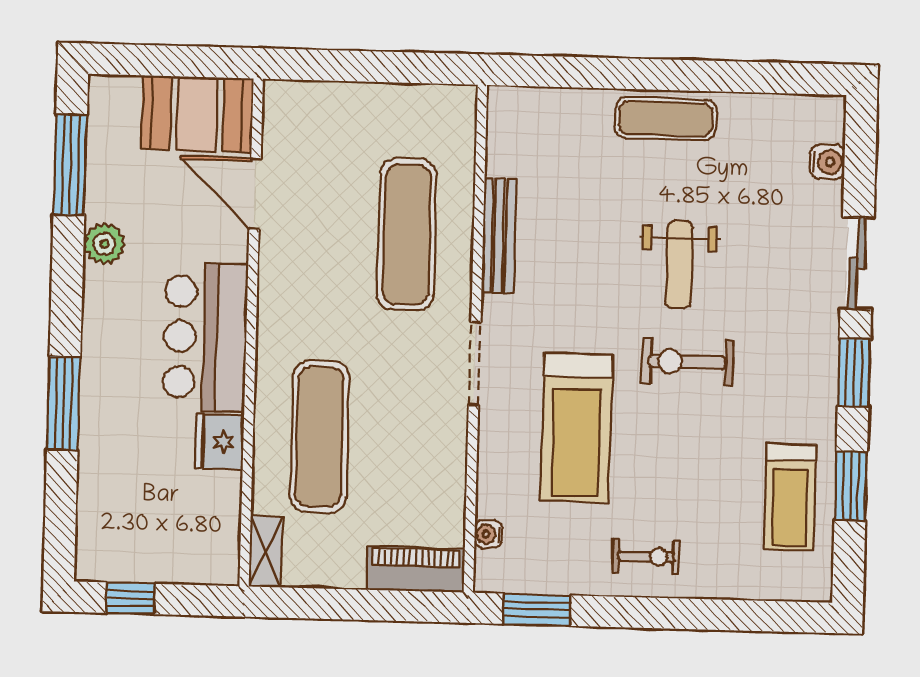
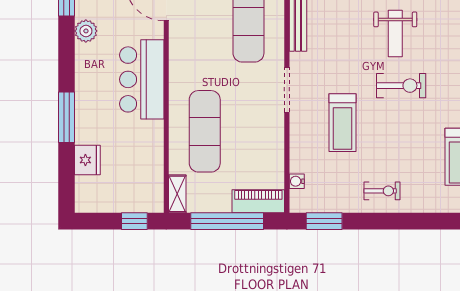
exercise bike: (687, 362) -> (401, 86), turned 180
treadmill: (576, 428) -> (343, 123), width x0.73, depth x0.73
fridge: (220, 442) -> (87, 160), moved, turned 180
window: (131, 598) -> (134, 221), moved
window: (357, 605) -> (227, 221), added

